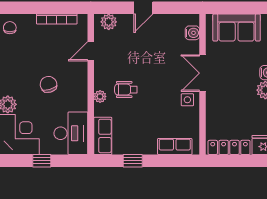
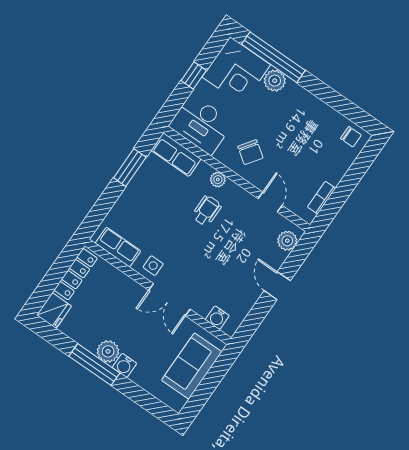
bookcase: (57, 19) -> (322, 198), width x0.64
double door: (203, 73) -> (169, 300), swing flipped
chair: (48, 84) -> (250, 152), moved, turned 51
row of seats: (175, 147) -> (118, 247), moved, turned -90
window: (133, 161) -> (130, 167), width x1.50

